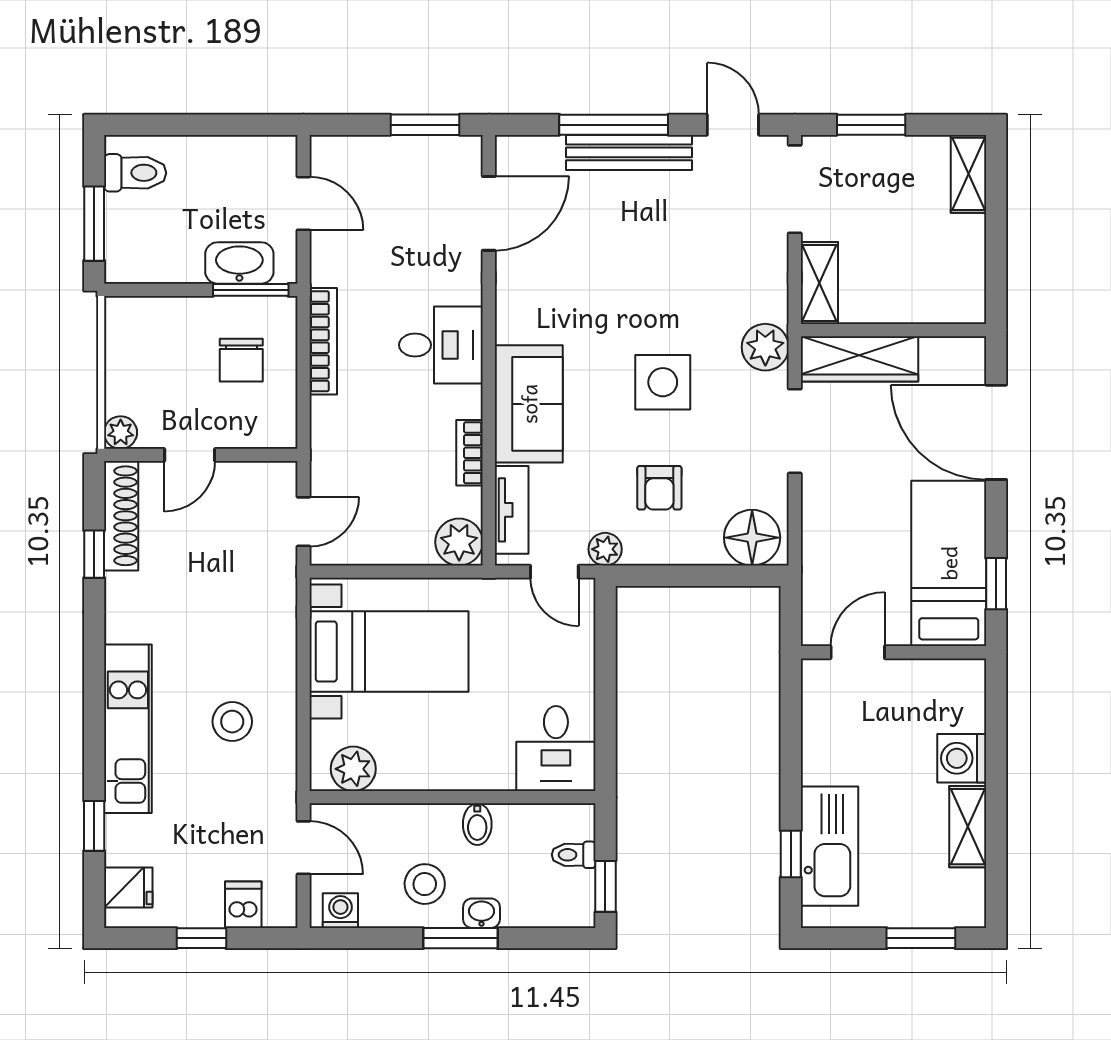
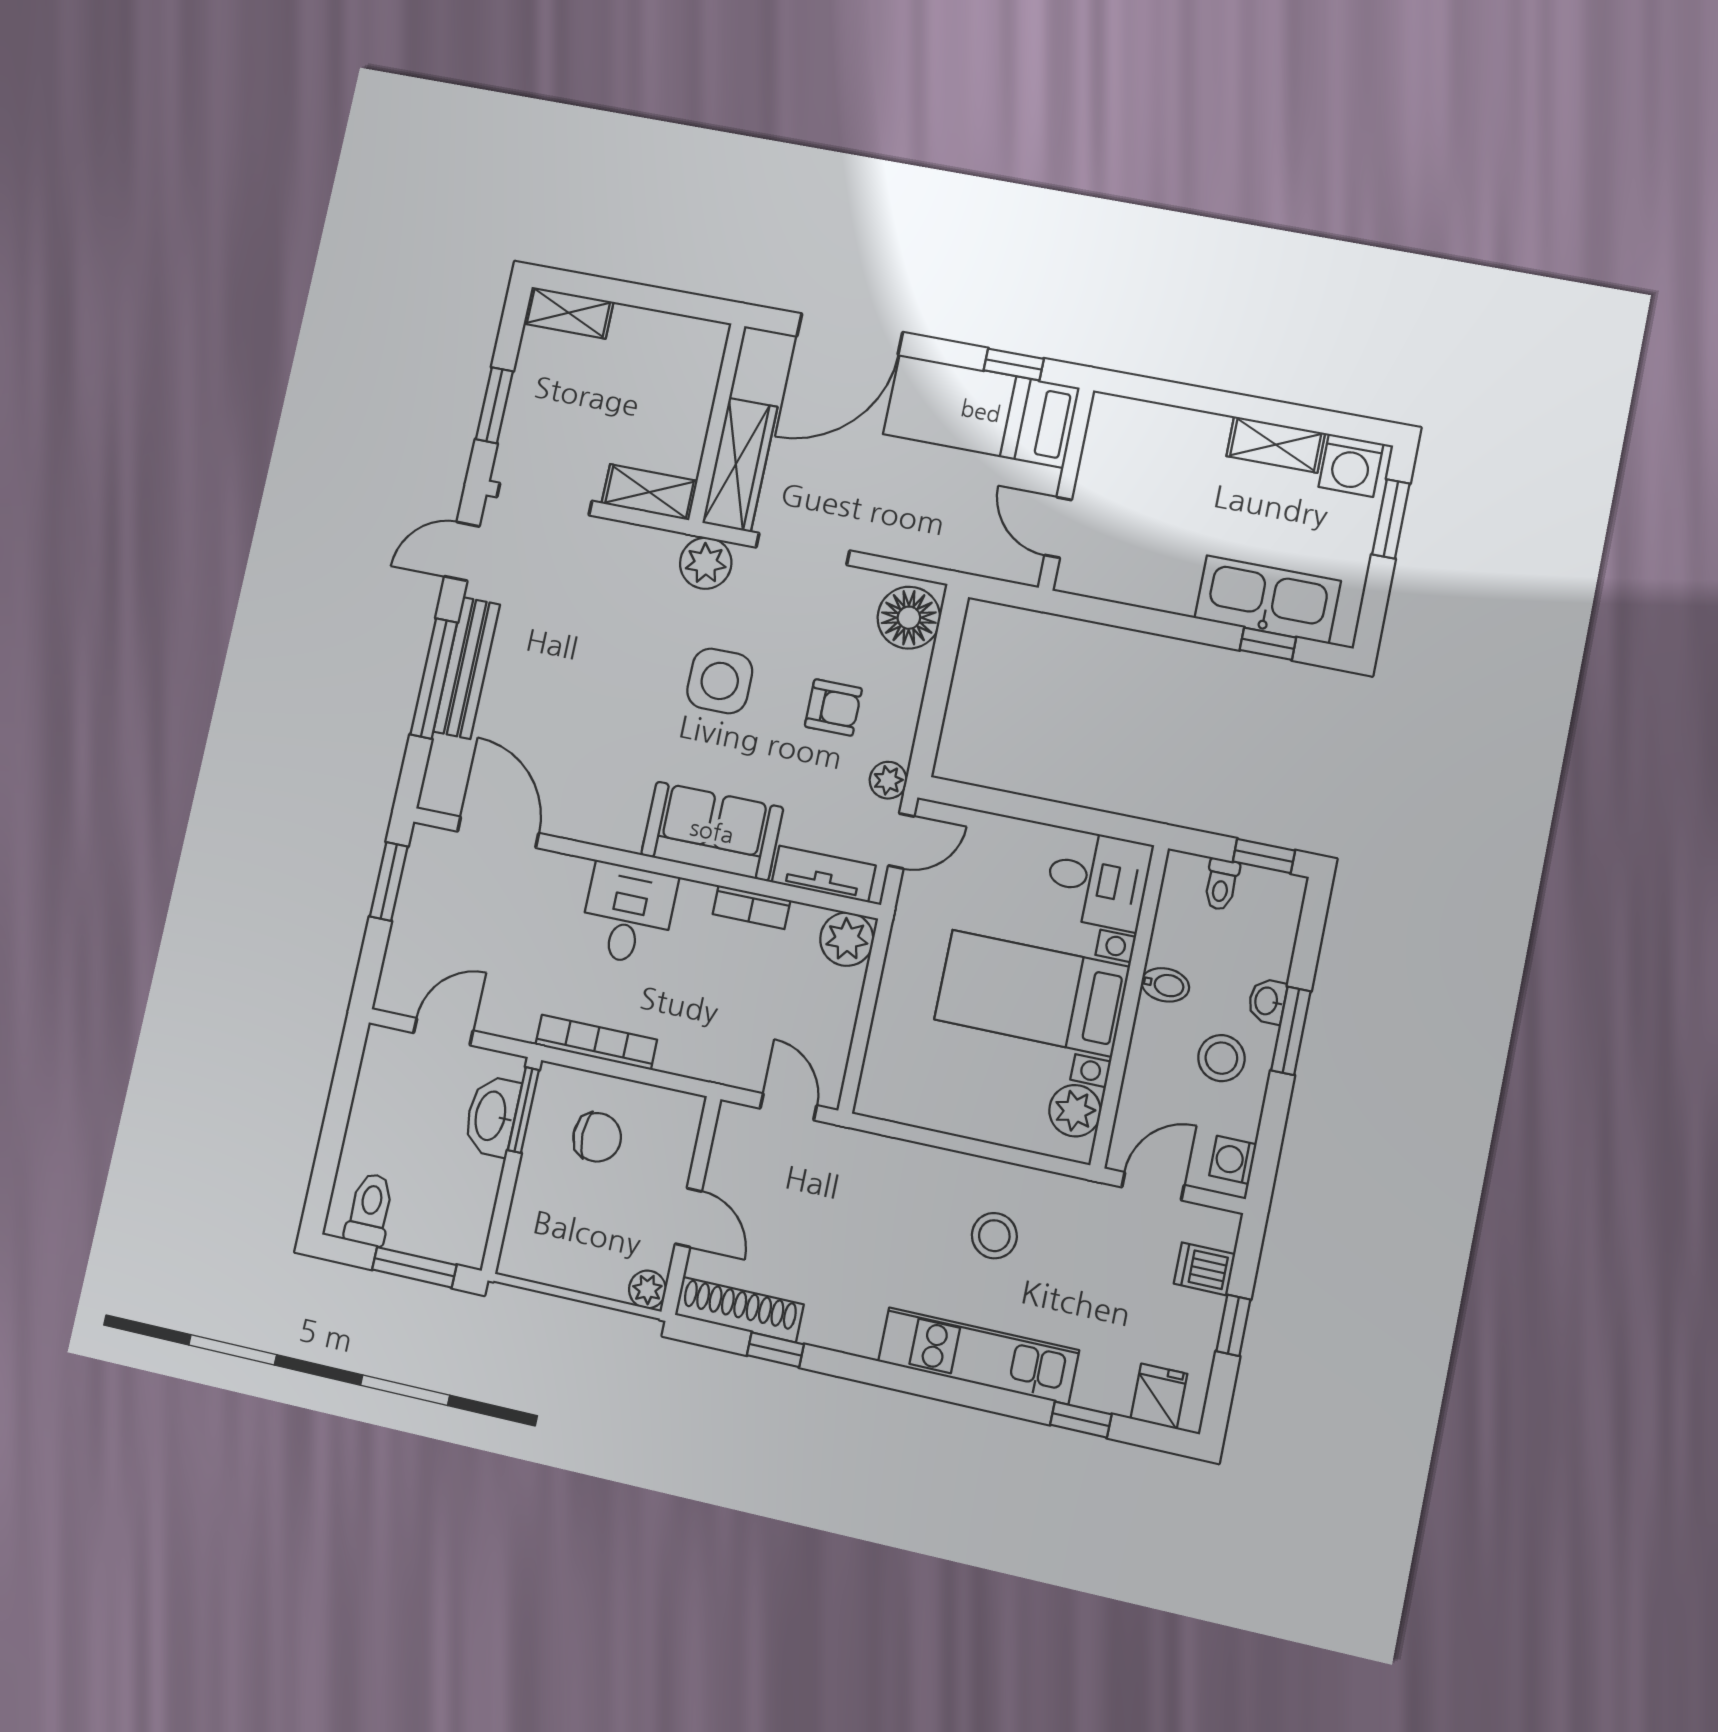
bed with nightstands: (389, 651) -> (1032, 993), moved, turned -90
washing machine: (962, 758) -> (1351, 465), moved

